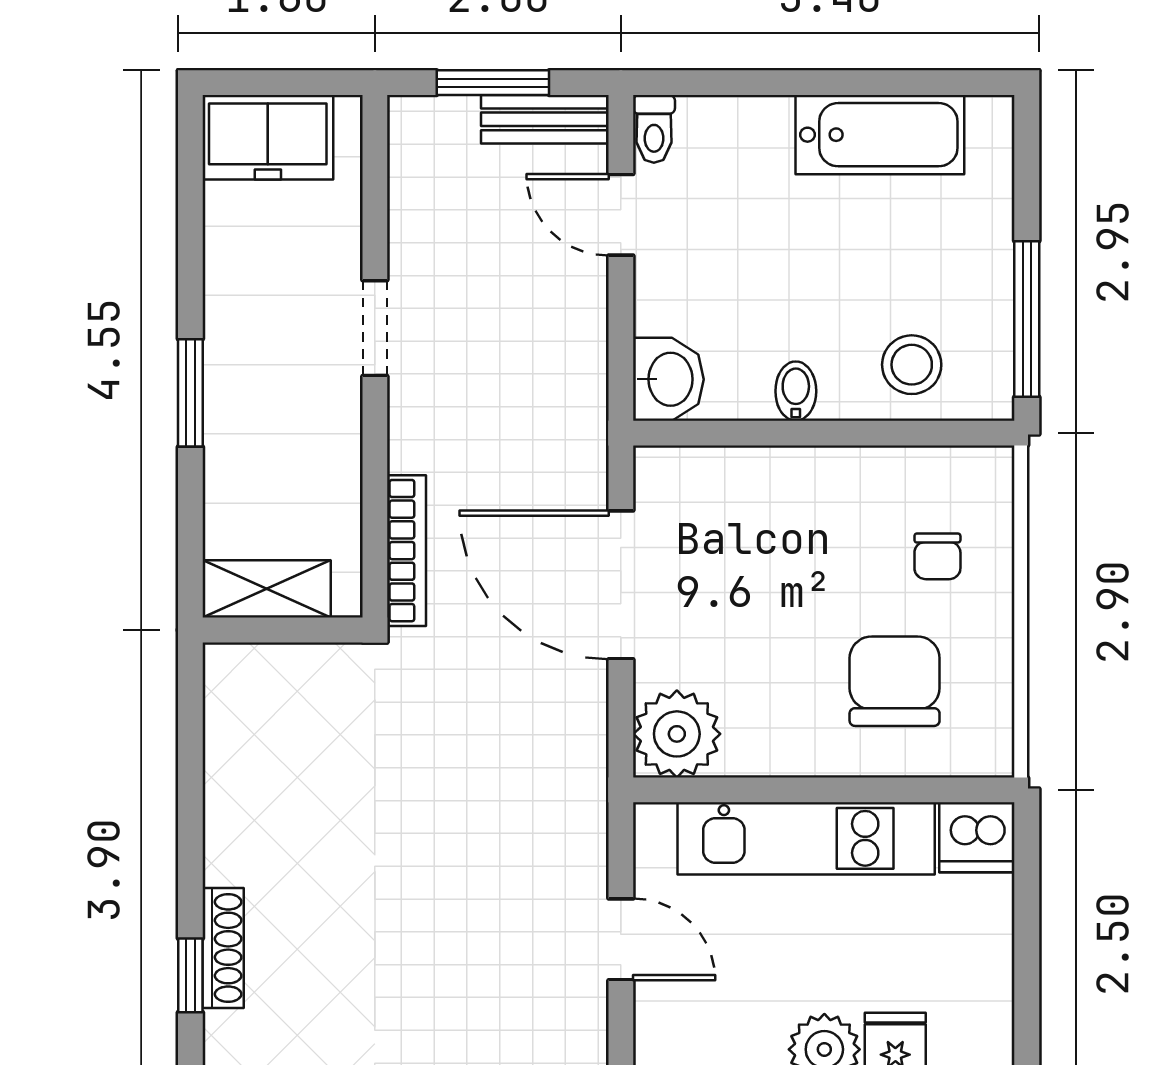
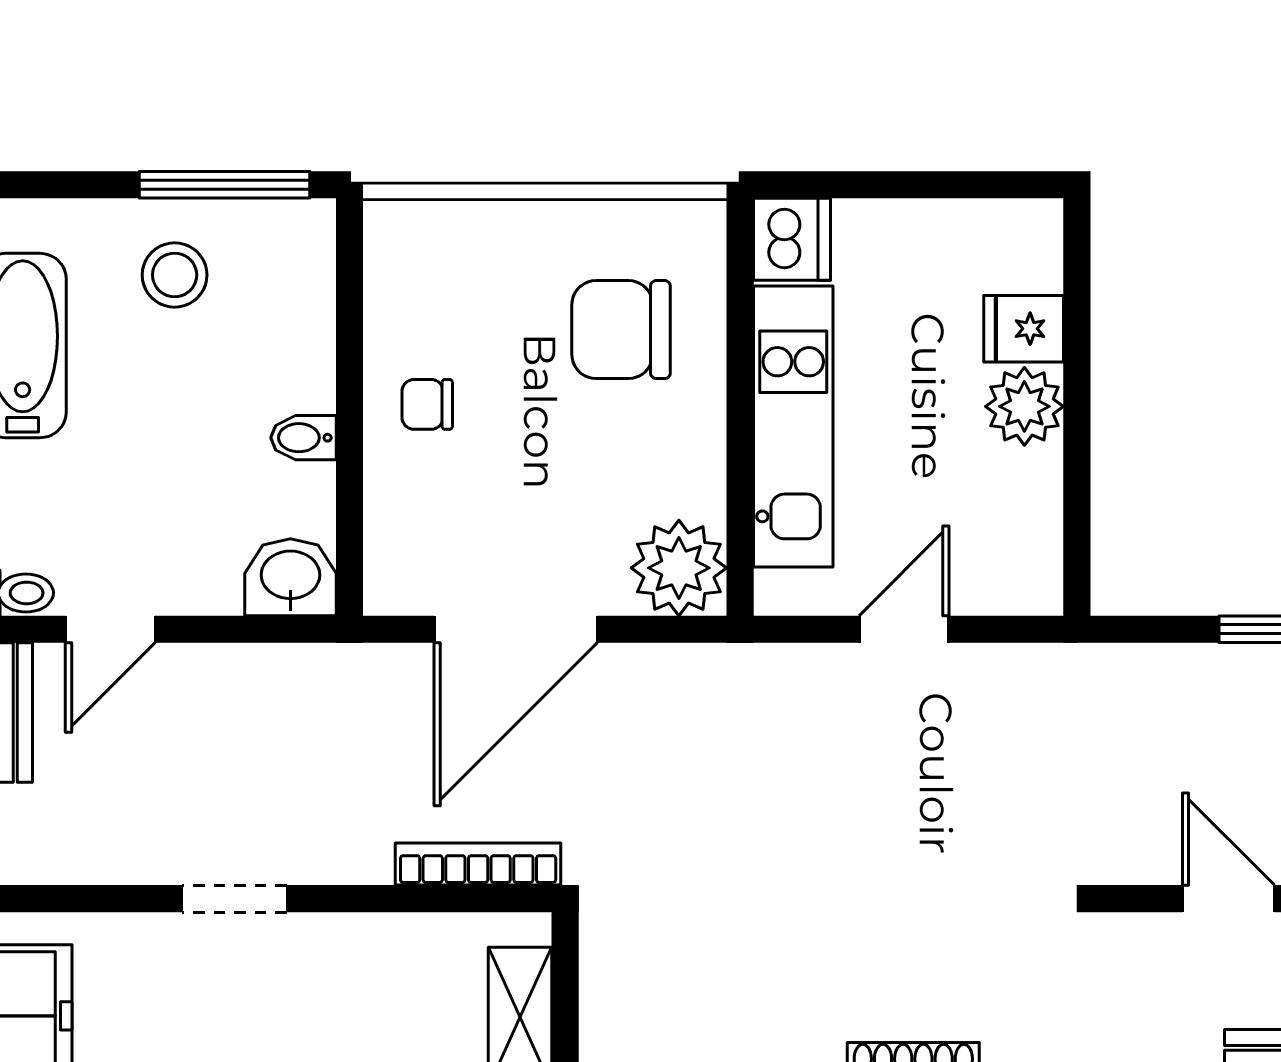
stool: (912, 365) -> (175, 275), moved
chair: (937, 556) -> (427, 404), moved, turned 180

